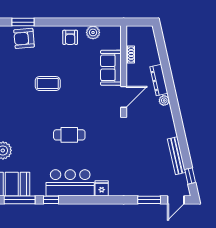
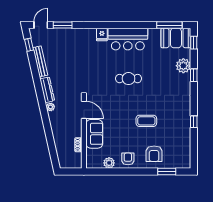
armchair: (24, 38) -> (154, 154), moved, turned 95
dresser: (159, 80) -> (47, 90), moved
door: (124, 97) -> (84, 110), swing flipped
window: (51, 200) -> (144, 25), removed

